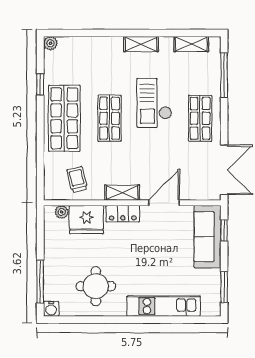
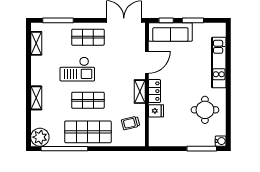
plant: (50, 43) -> (40, 137), width x1.88, depth x1.88
shelving: (141, 44) -> (36, 98), moved
window: (40, 84) -> (64, 149), width x3.17
door: (164, 203) -> (147, 62), swing flipped
plant: (62, 212) -> (153, 134), removed
fridge: (87, 220) -> (156, 111), width x0.53, depth x0.75
window: (224, 287) -> (193, 20), moved

